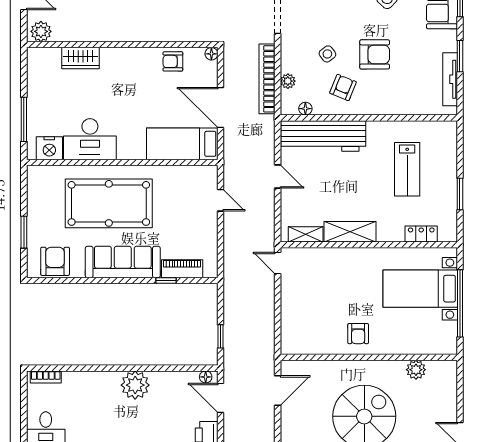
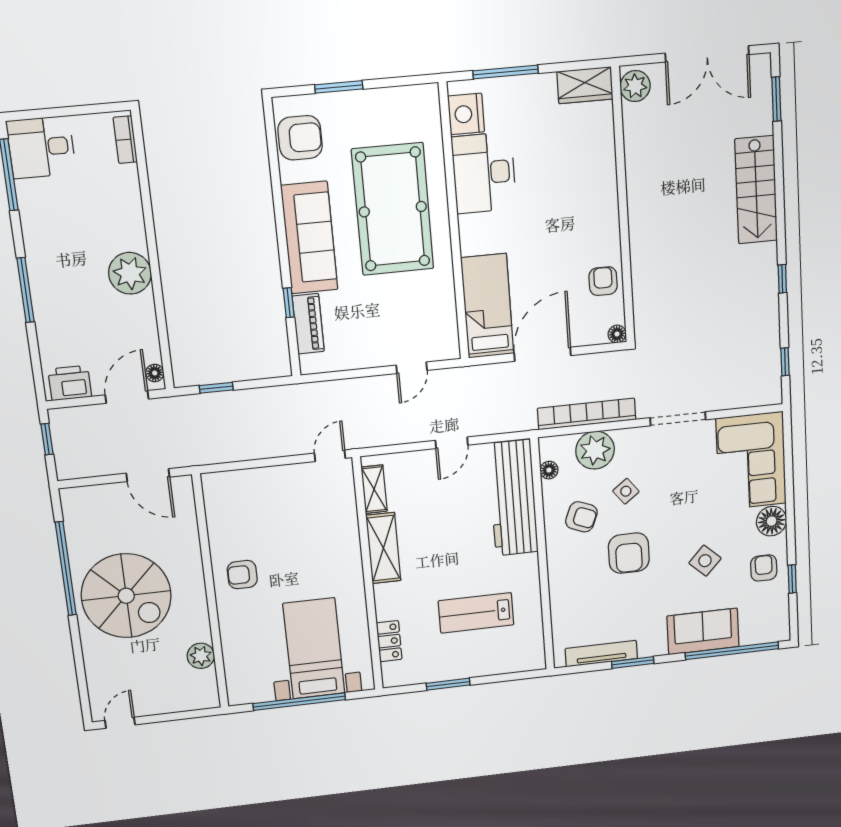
wardrobe: (81, 58) -> (585, 85), moved, turned -90
plant: (288, 81) -> (595, 450), width x1.87, depth x1.87

